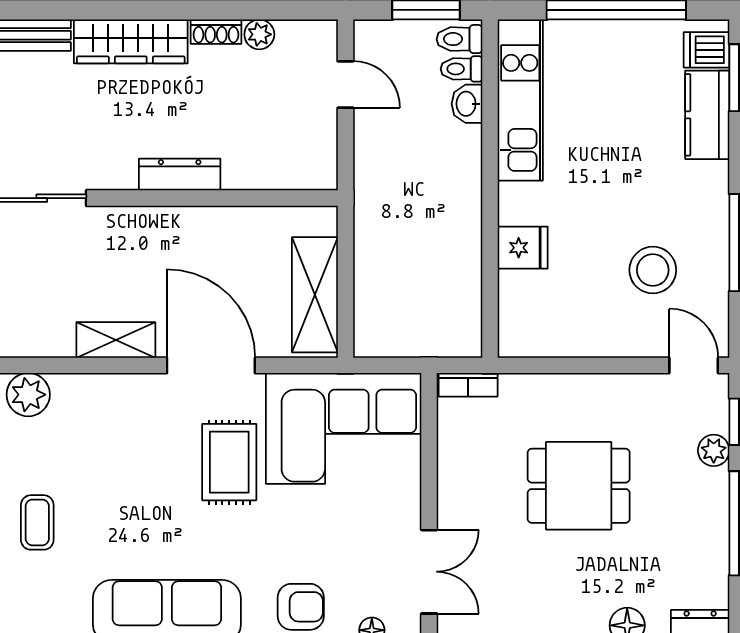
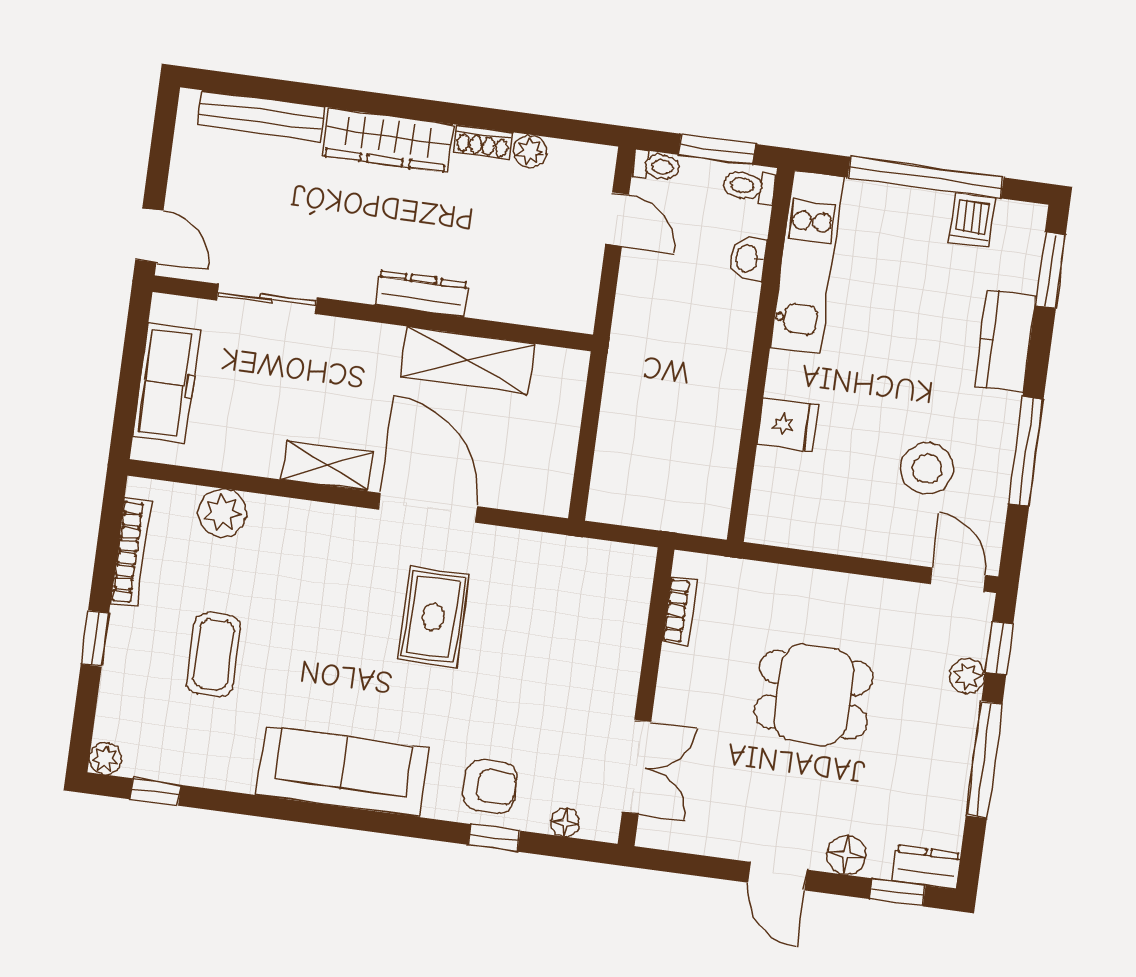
dishwasher: (707, 50) -> (972, 220), moved, turned -90
toilet: (461, 69) -> (656, 166), moved, turned 180
kitchen counter: (707, 115) -> (1005, 341), moved
shelving: (315, 295) -> (468, 360), moved, turned 90
bookcase: (468, 385) -> (679, 611), moved, turned -90
corner sofa: (344, 428) -> (564, 597), removed
coffee table: (37, 522) -> (214, 655), width x1.36, depth x1.30

